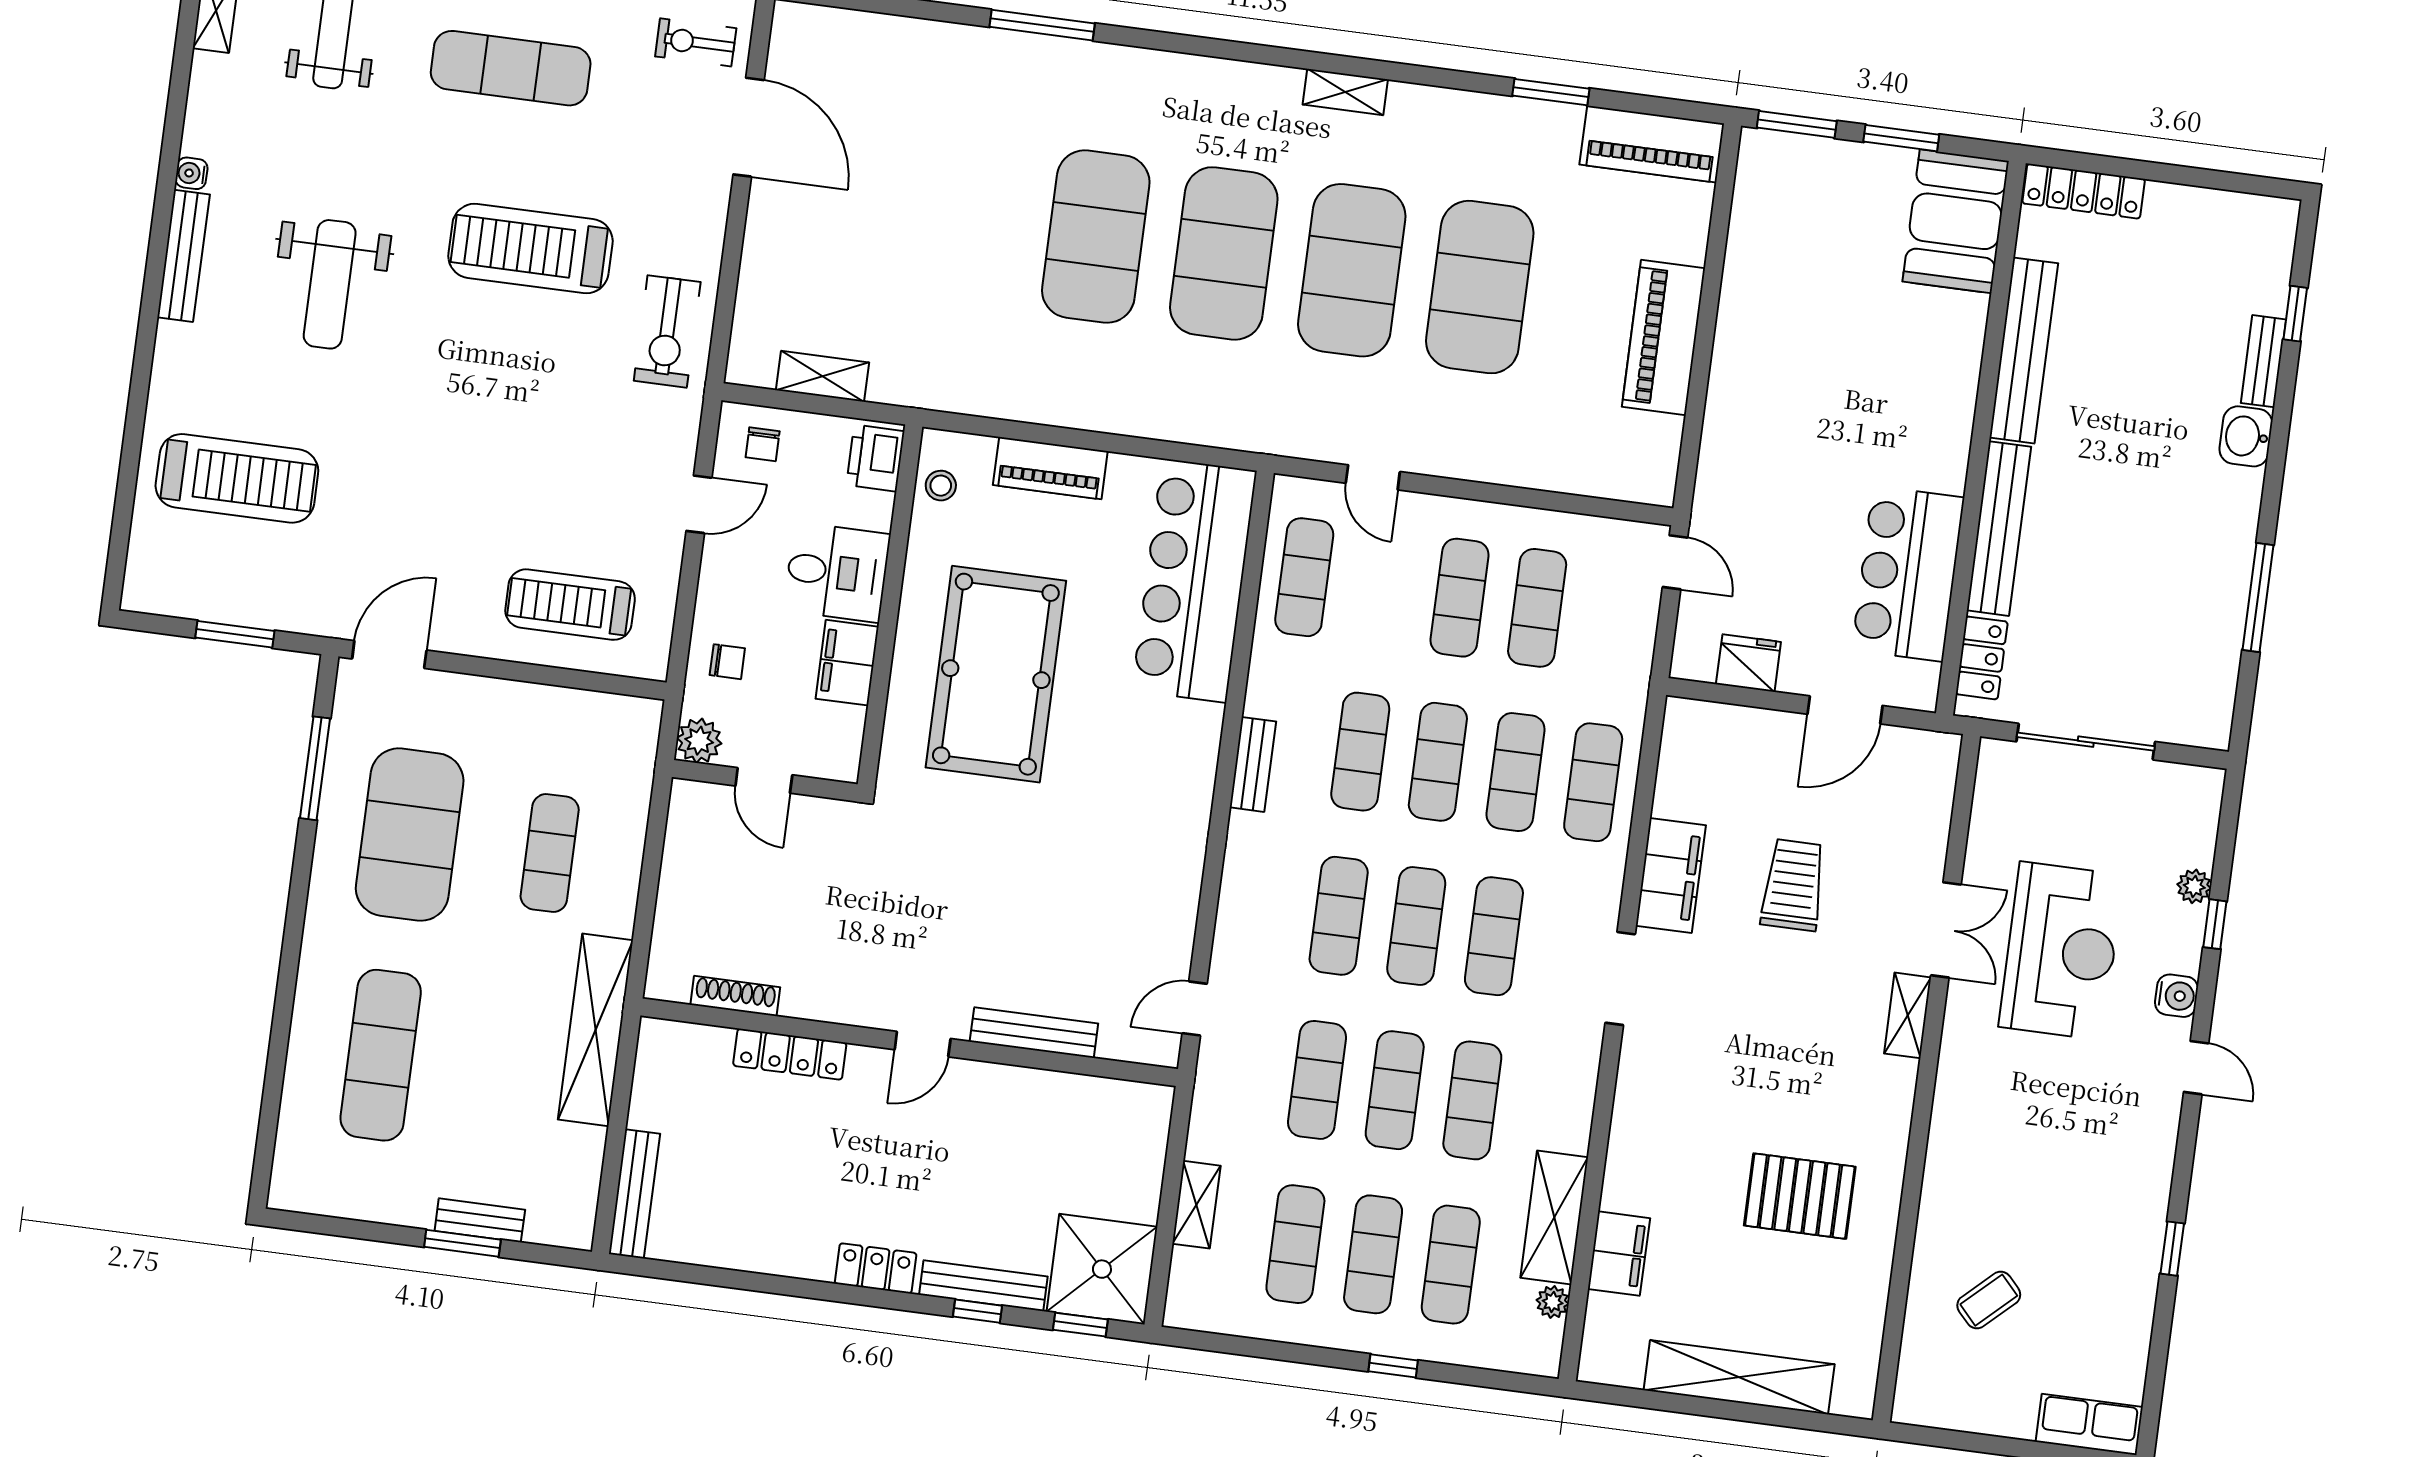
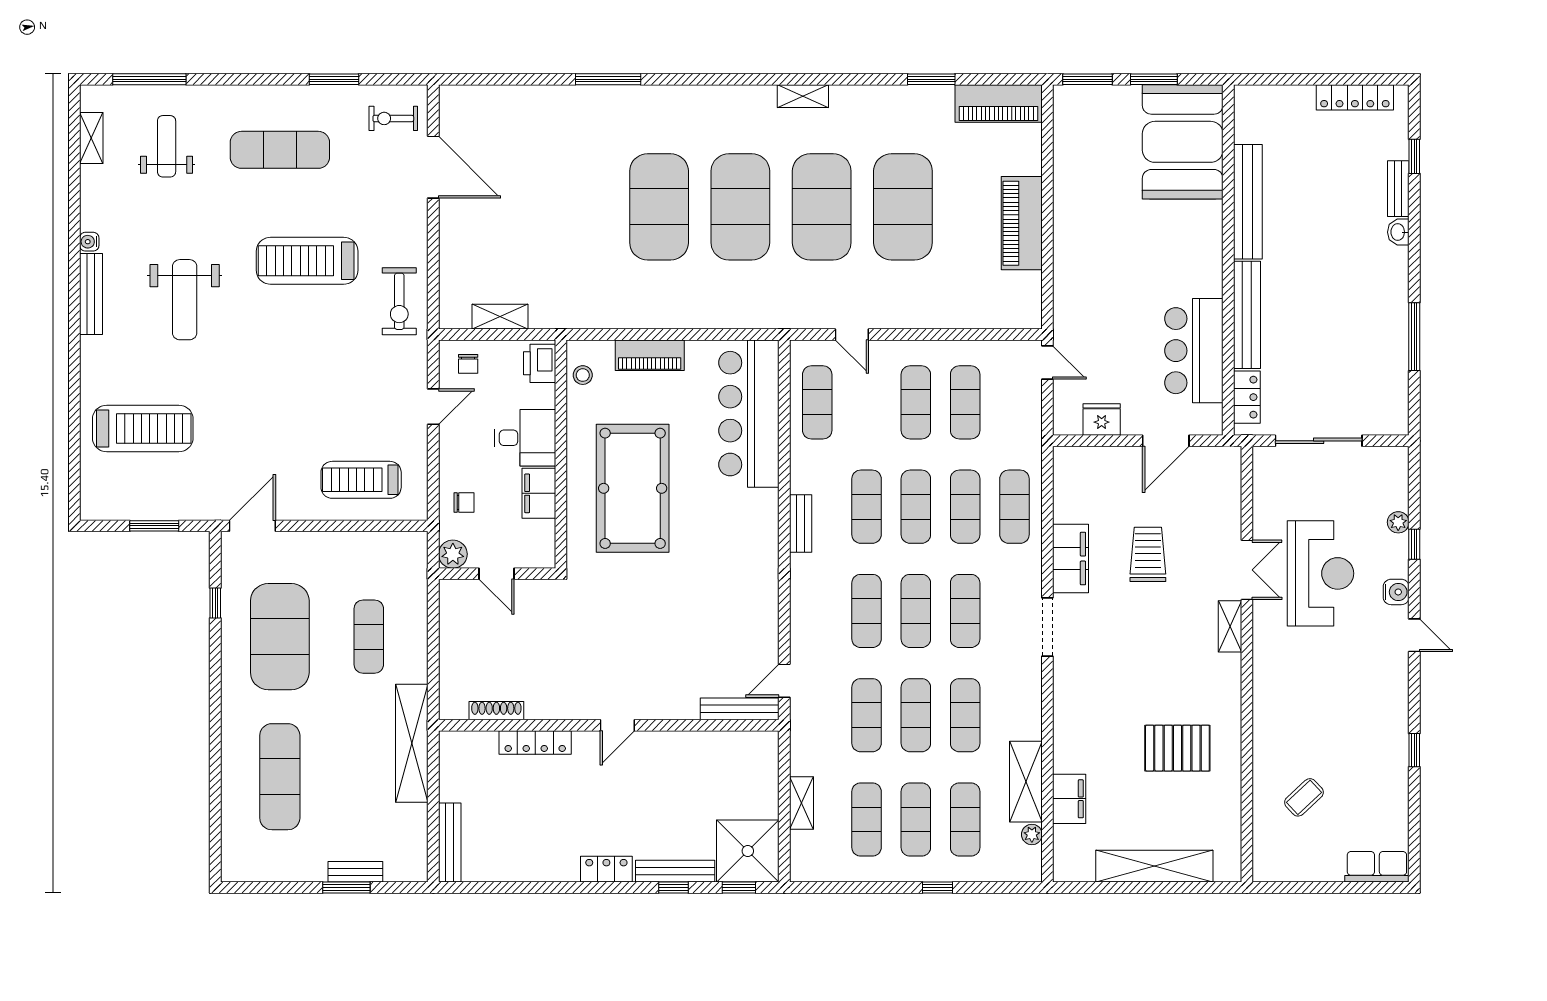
locker: (2084, 191) -> (1355, 97), moved
booth: (1956, 221) -> (1183, 142), width x1.36, depth x1.42
washbasin: (2246, 436) -> (1398, 232), width x0.72, depth x0.69
window: (315, 768) -> (215, 603), width x0.46
bench: (1034, 1033) -> (740, 709), moved

